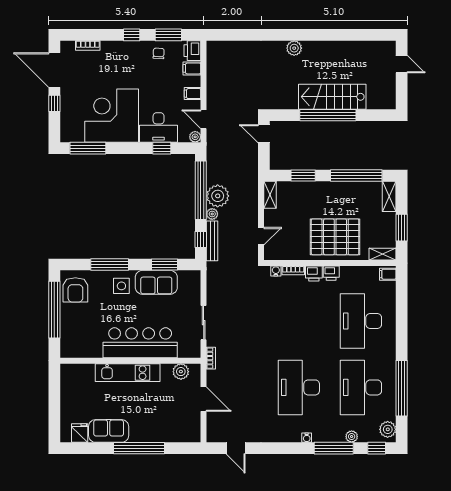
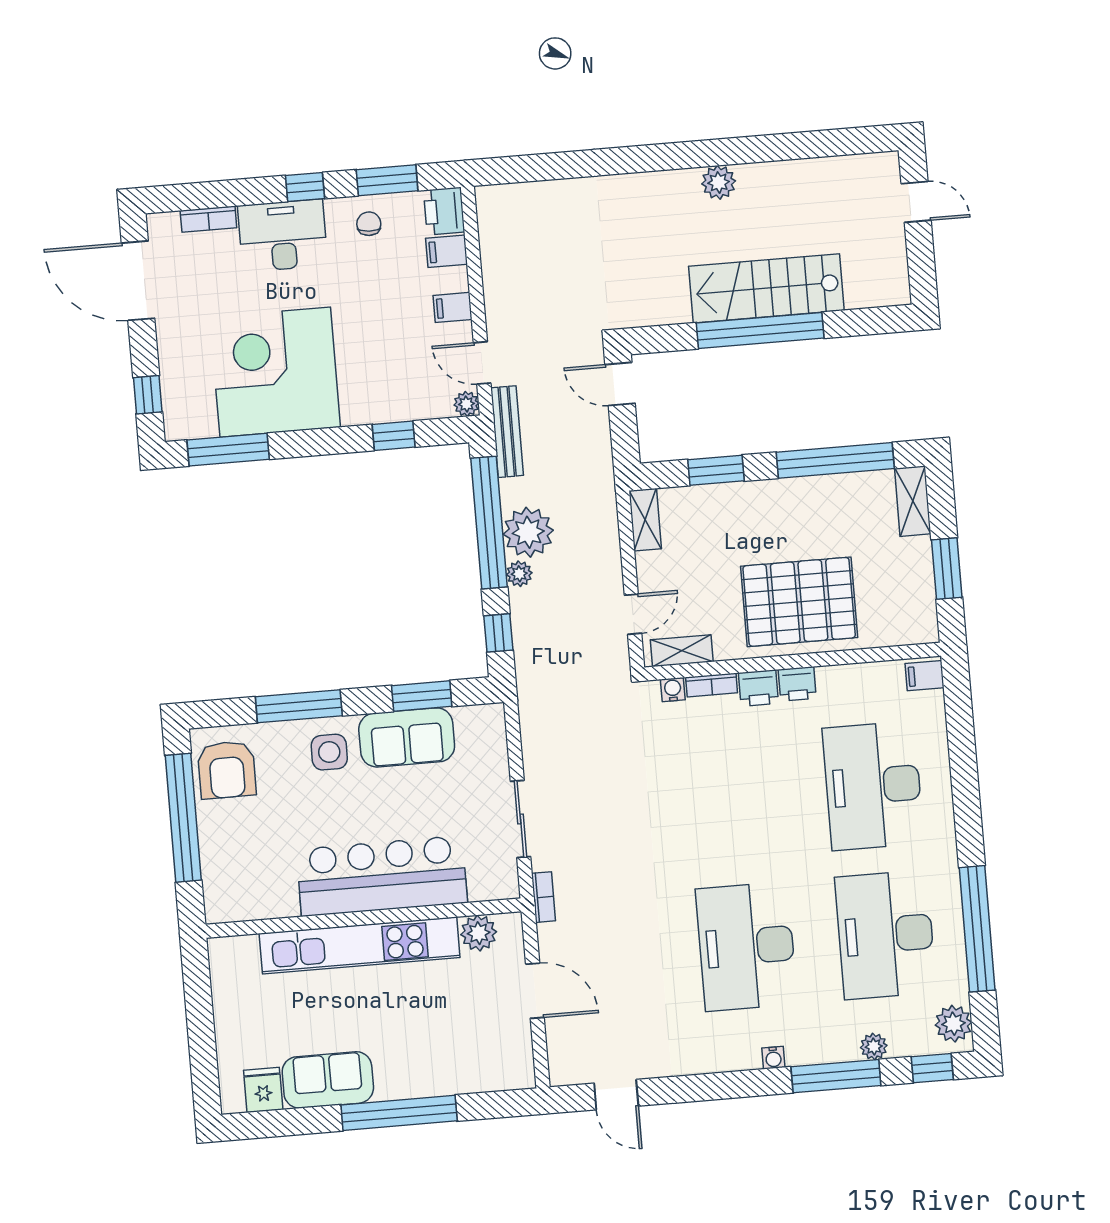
plant: (294, 48) -> (719, 182), moved
window: (54, 103) -> (148, 395), moved
desk: (159, 128) -> (283, 236), moved, turned 180
bench: (212, 241) -> (507, 432), moved
shelving: (383, 254) -> (682, 651), moved
kitchen unit: (128, 373) -> (360, 945), width x1.36

